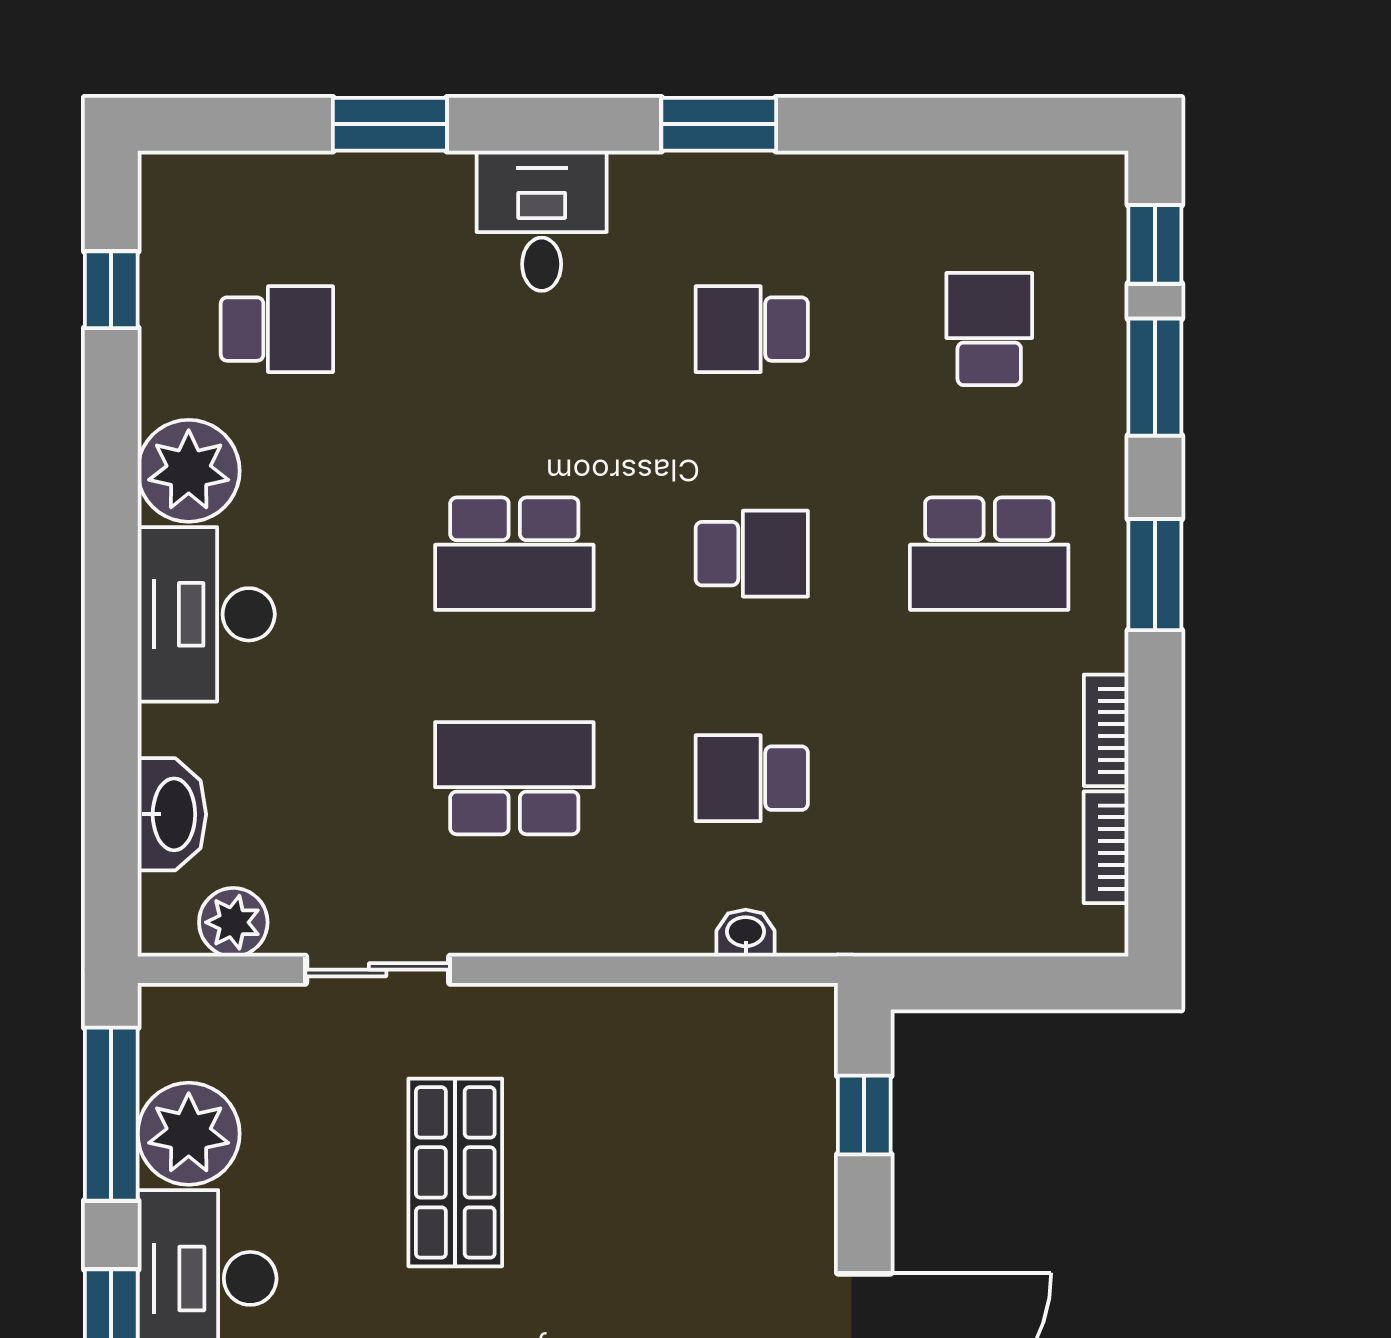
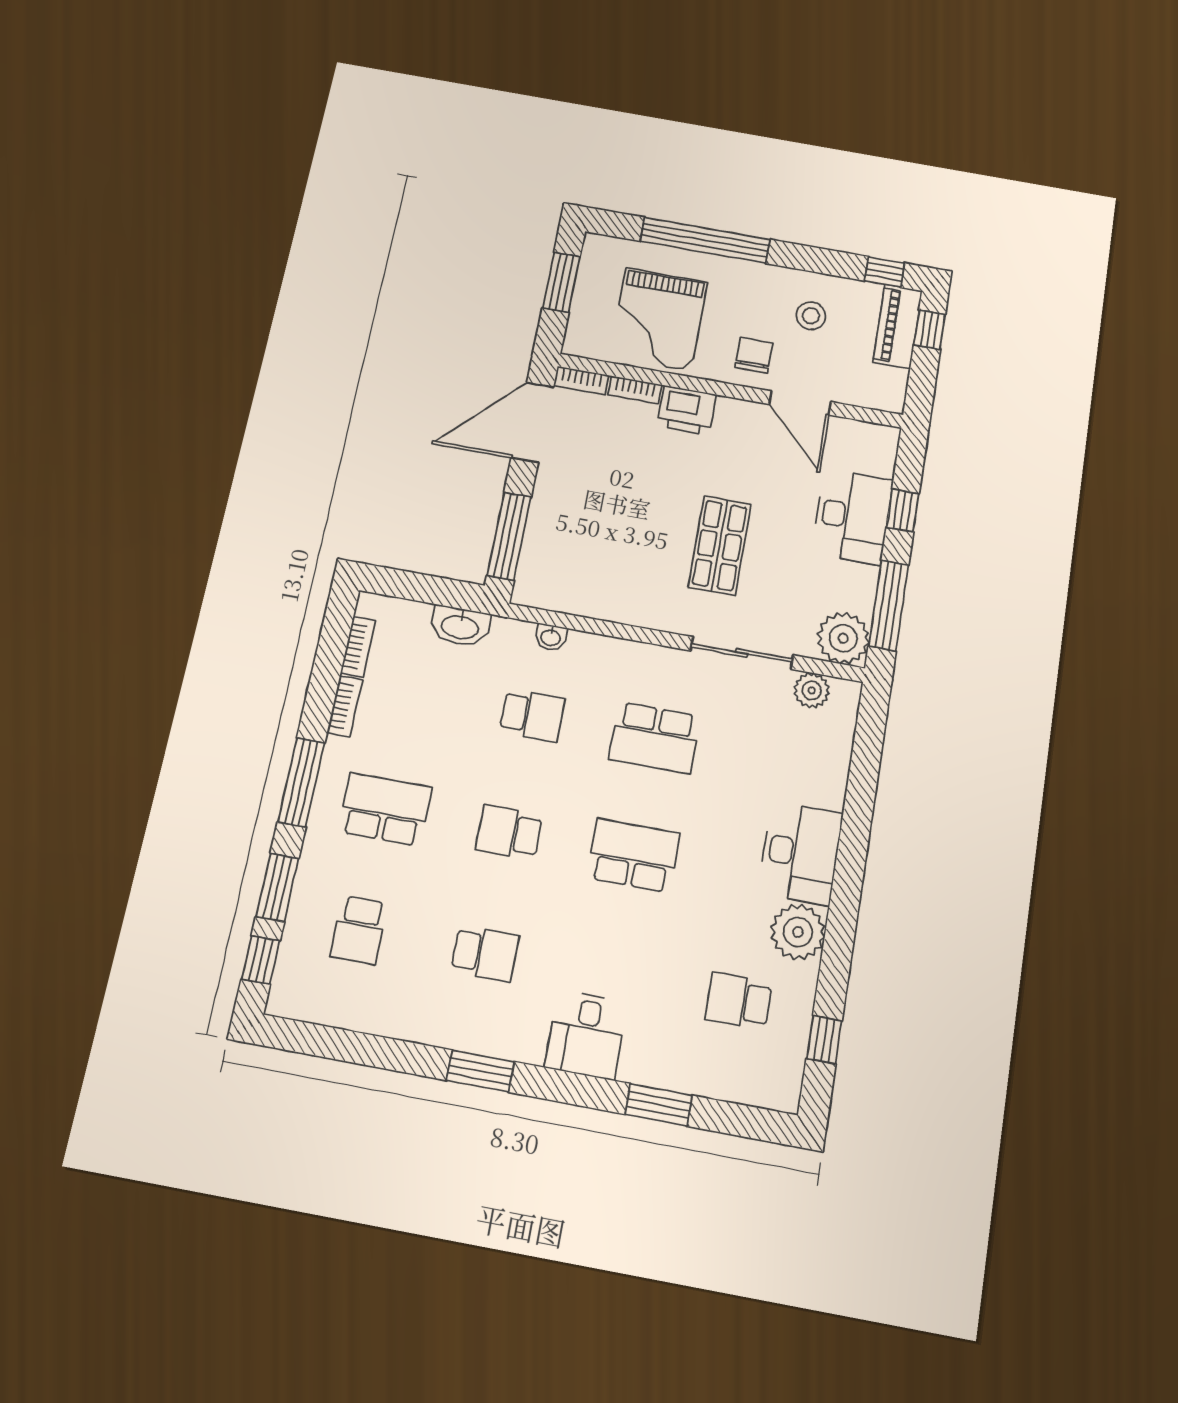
window: (1155, 575) -> (301, 782), width x1.44
washbasin: (172, 814) -> (460, 626), moved, turned -90
sliding door: (378, 970) -> (742, 653), width x1.37
window: (864, 1115) -> (509, 536), width x2.17
plant: (189, 1134) -> (843, 638), moved

